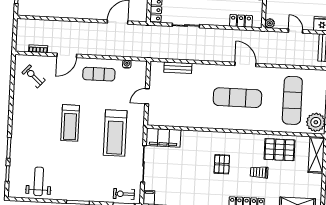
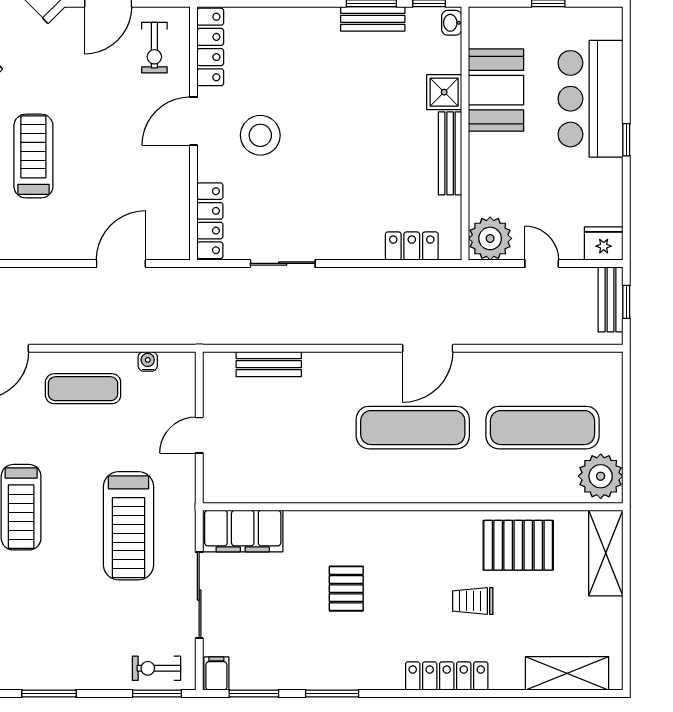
plant: (270, 23) -> (490, 238), width x1.87, depth x1.87
door: (245, 64) -> (428, 348), swing flipped
exercise mat: (292, 100) -> (543, 428), turned 90
pallet: (222, 164) -> (346, 589), moved

